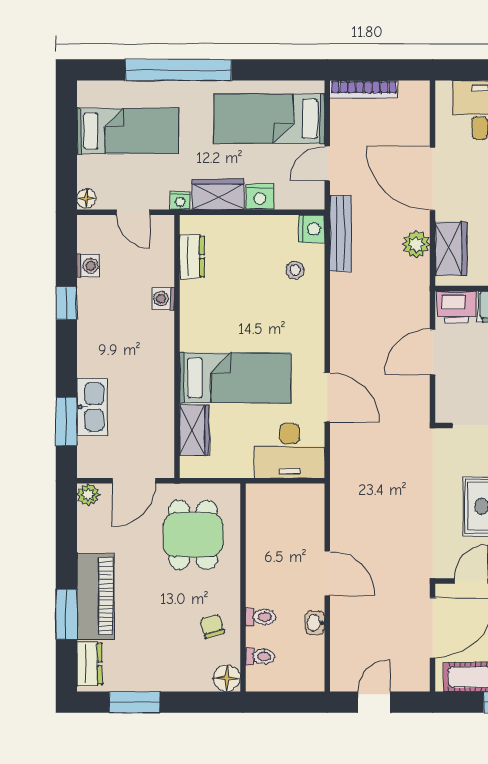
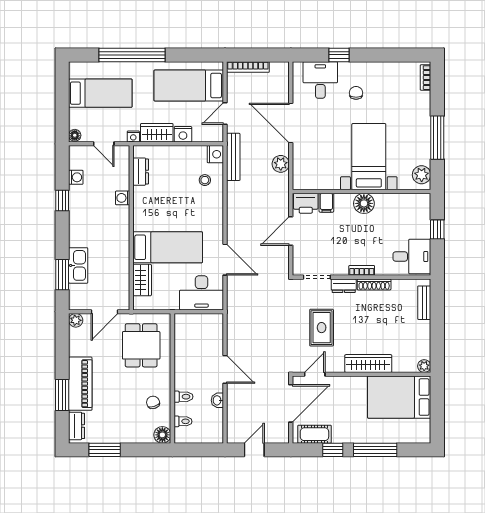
wardrobe: (451, 249) -> (302, 167), removed

